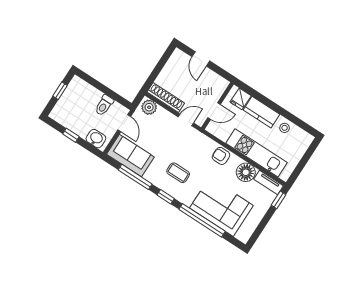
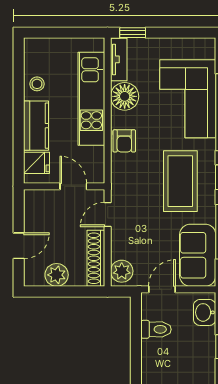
plant: (171, 69) -> (57, 275), added
door: (186, 120) -> (108, 215), hinge flipped
coffee table: (178, 173) -> (180, 181), width x1.86, depth x1.72

